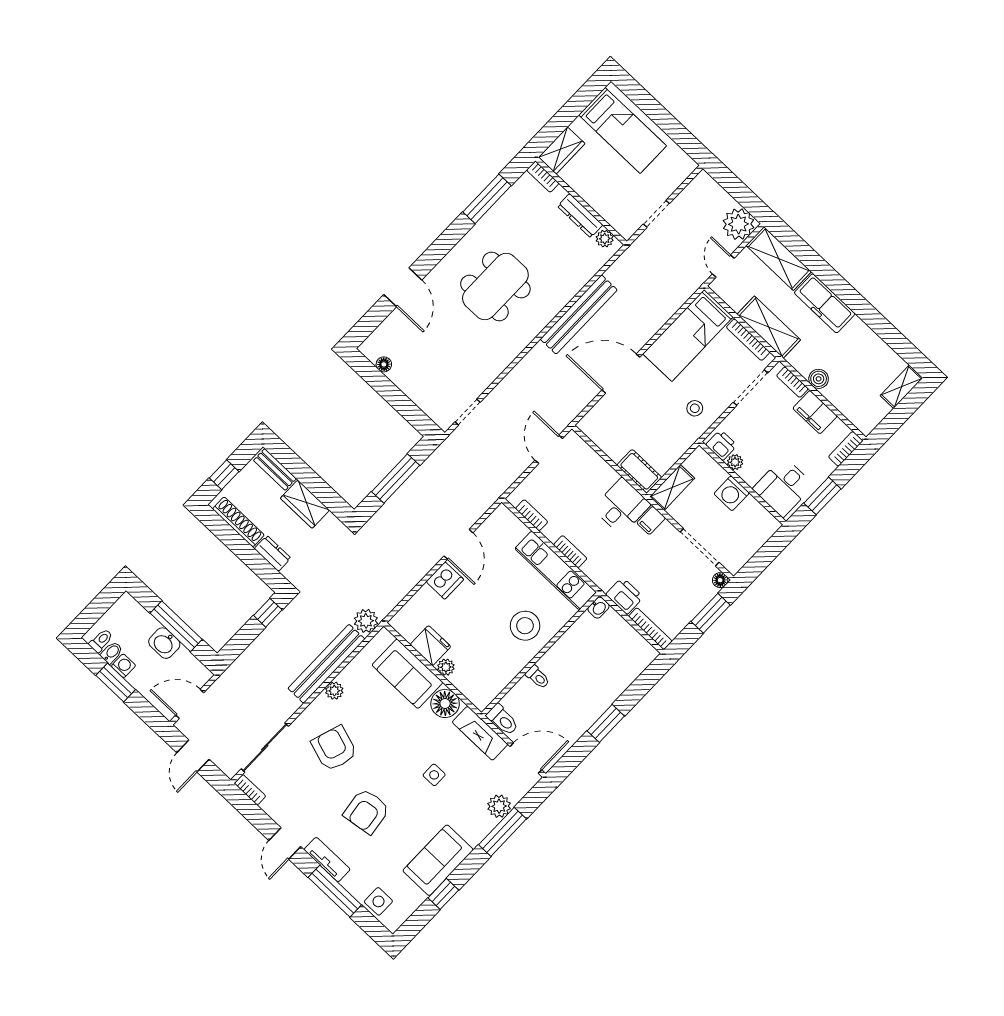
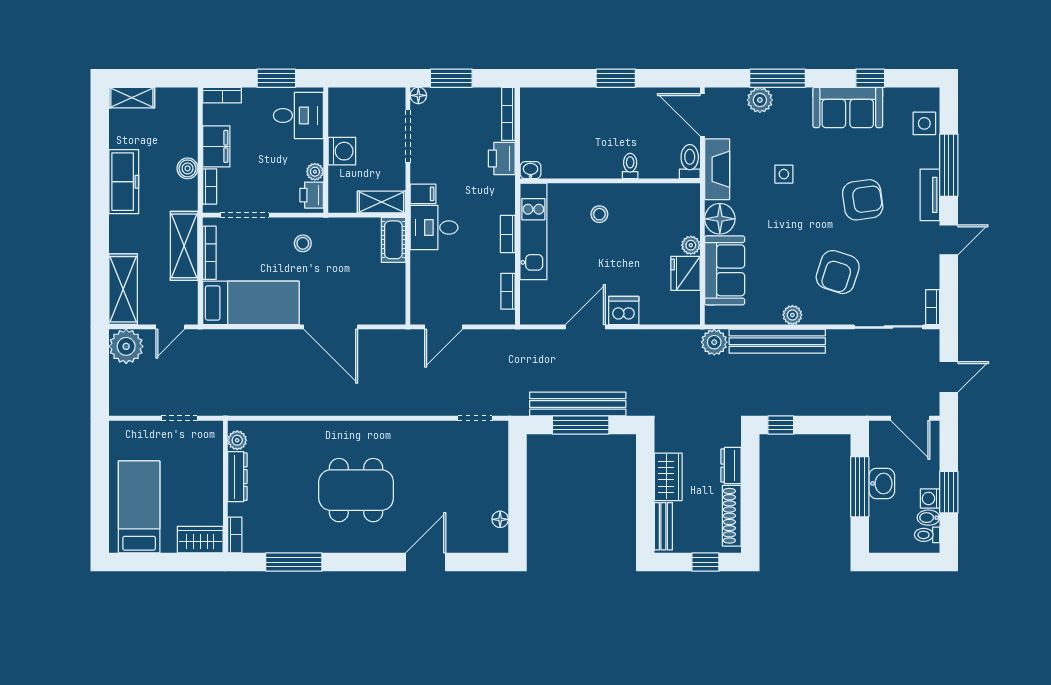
freezer: (825, 303) -> (124, 182), moved
bench: (579, 315) -> (578, 404), moved
stool: (525, 626) -> (599, 214), width x0.53, depth x0.53

